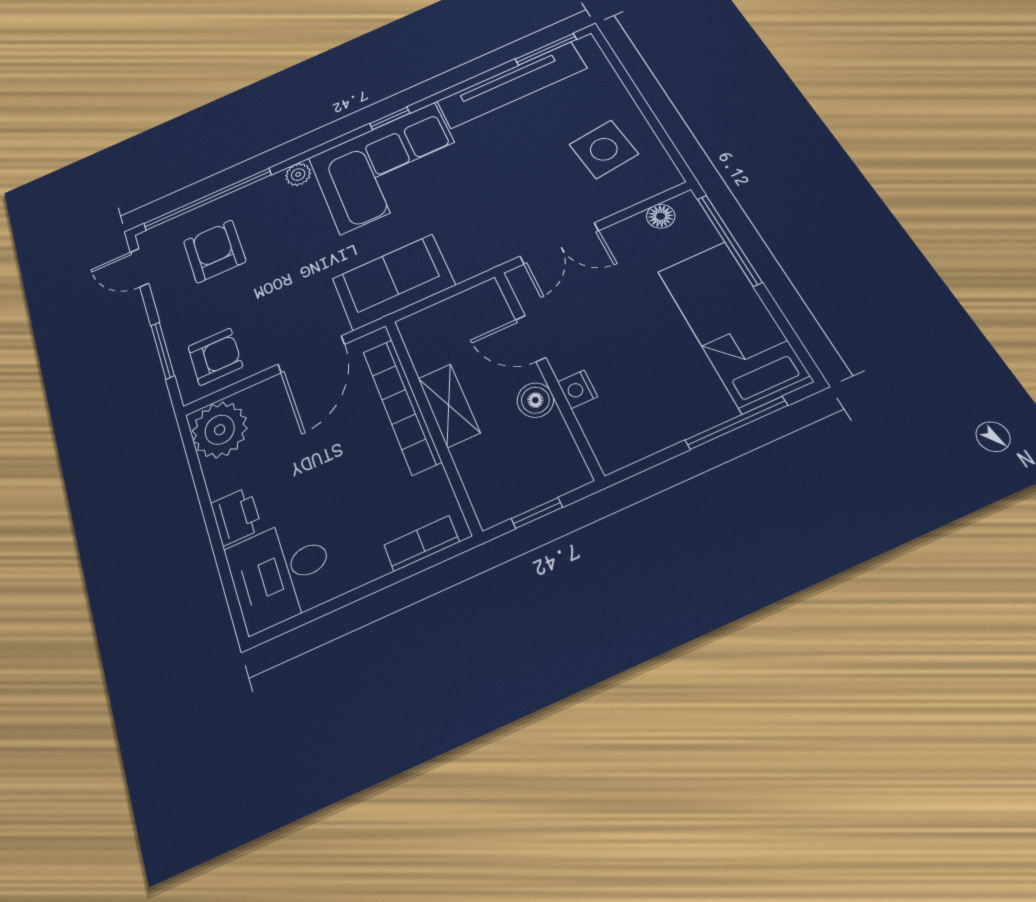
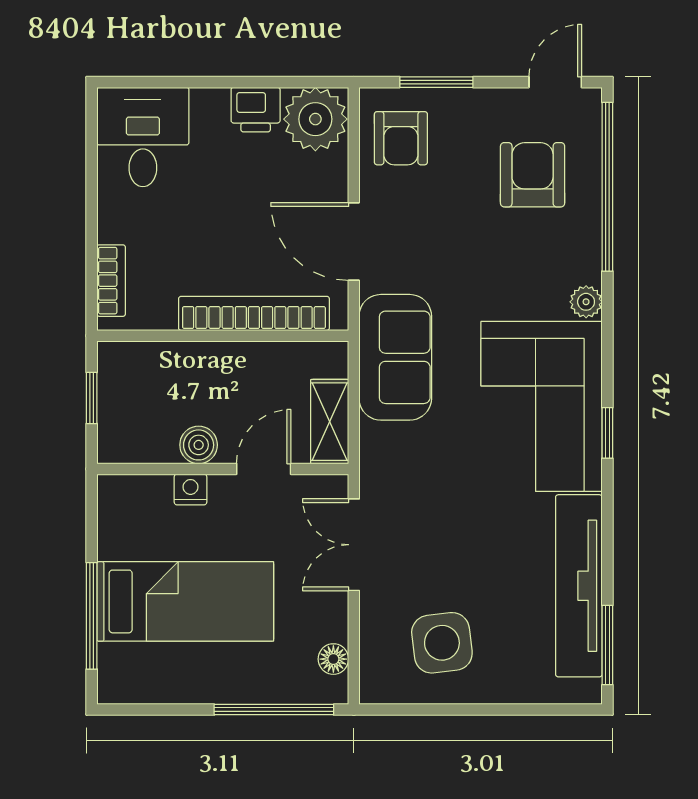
armchair: (215, 251) -> (533, 175), turned -90
bed: (733, 325) -> (185, 601), moved
shelving: (449, 405) -> (330, 422), moved, turned 90
printer: (236, 516) -> (256, 110), moved

